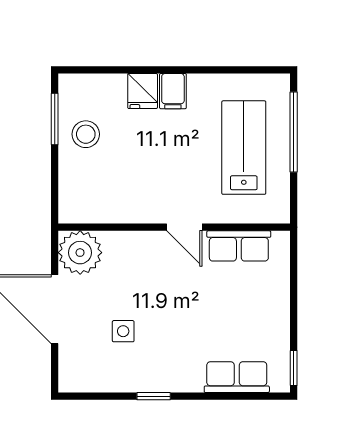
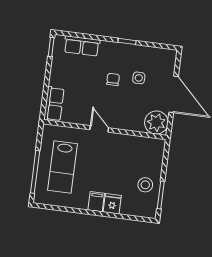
row of seats: (239, 246) -> (54, 104), moved, turned 90
chair: (171, 322) -> (113, 79), added

